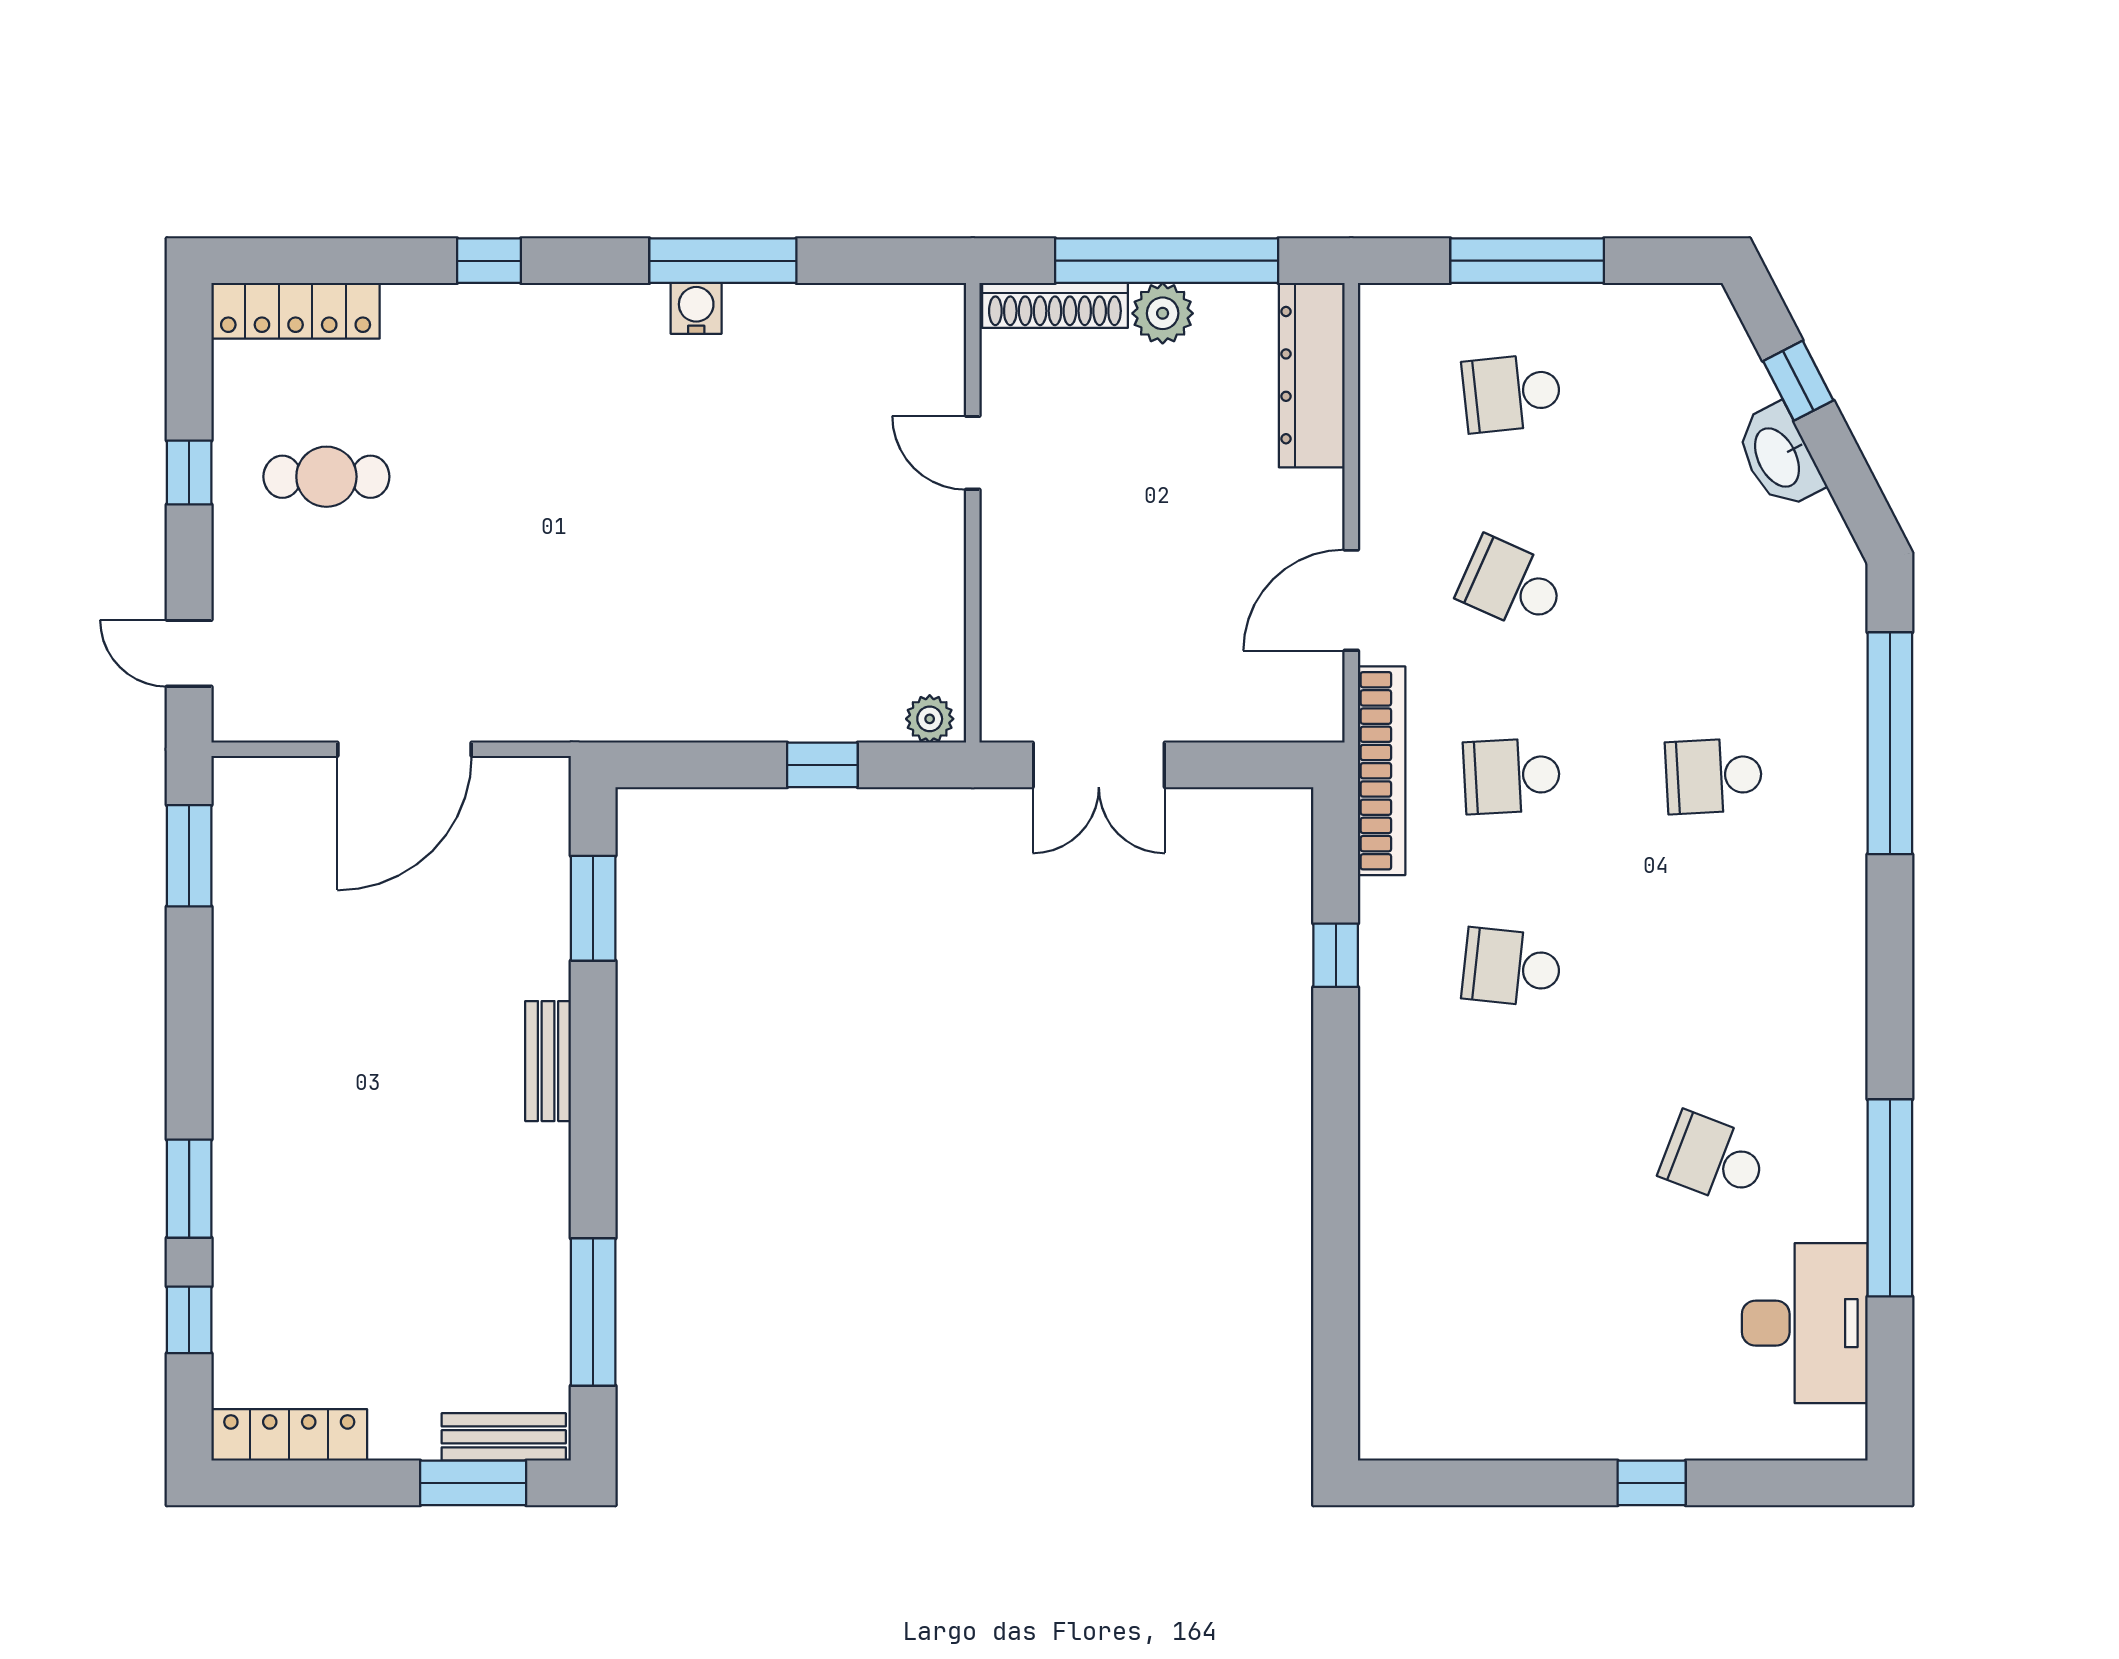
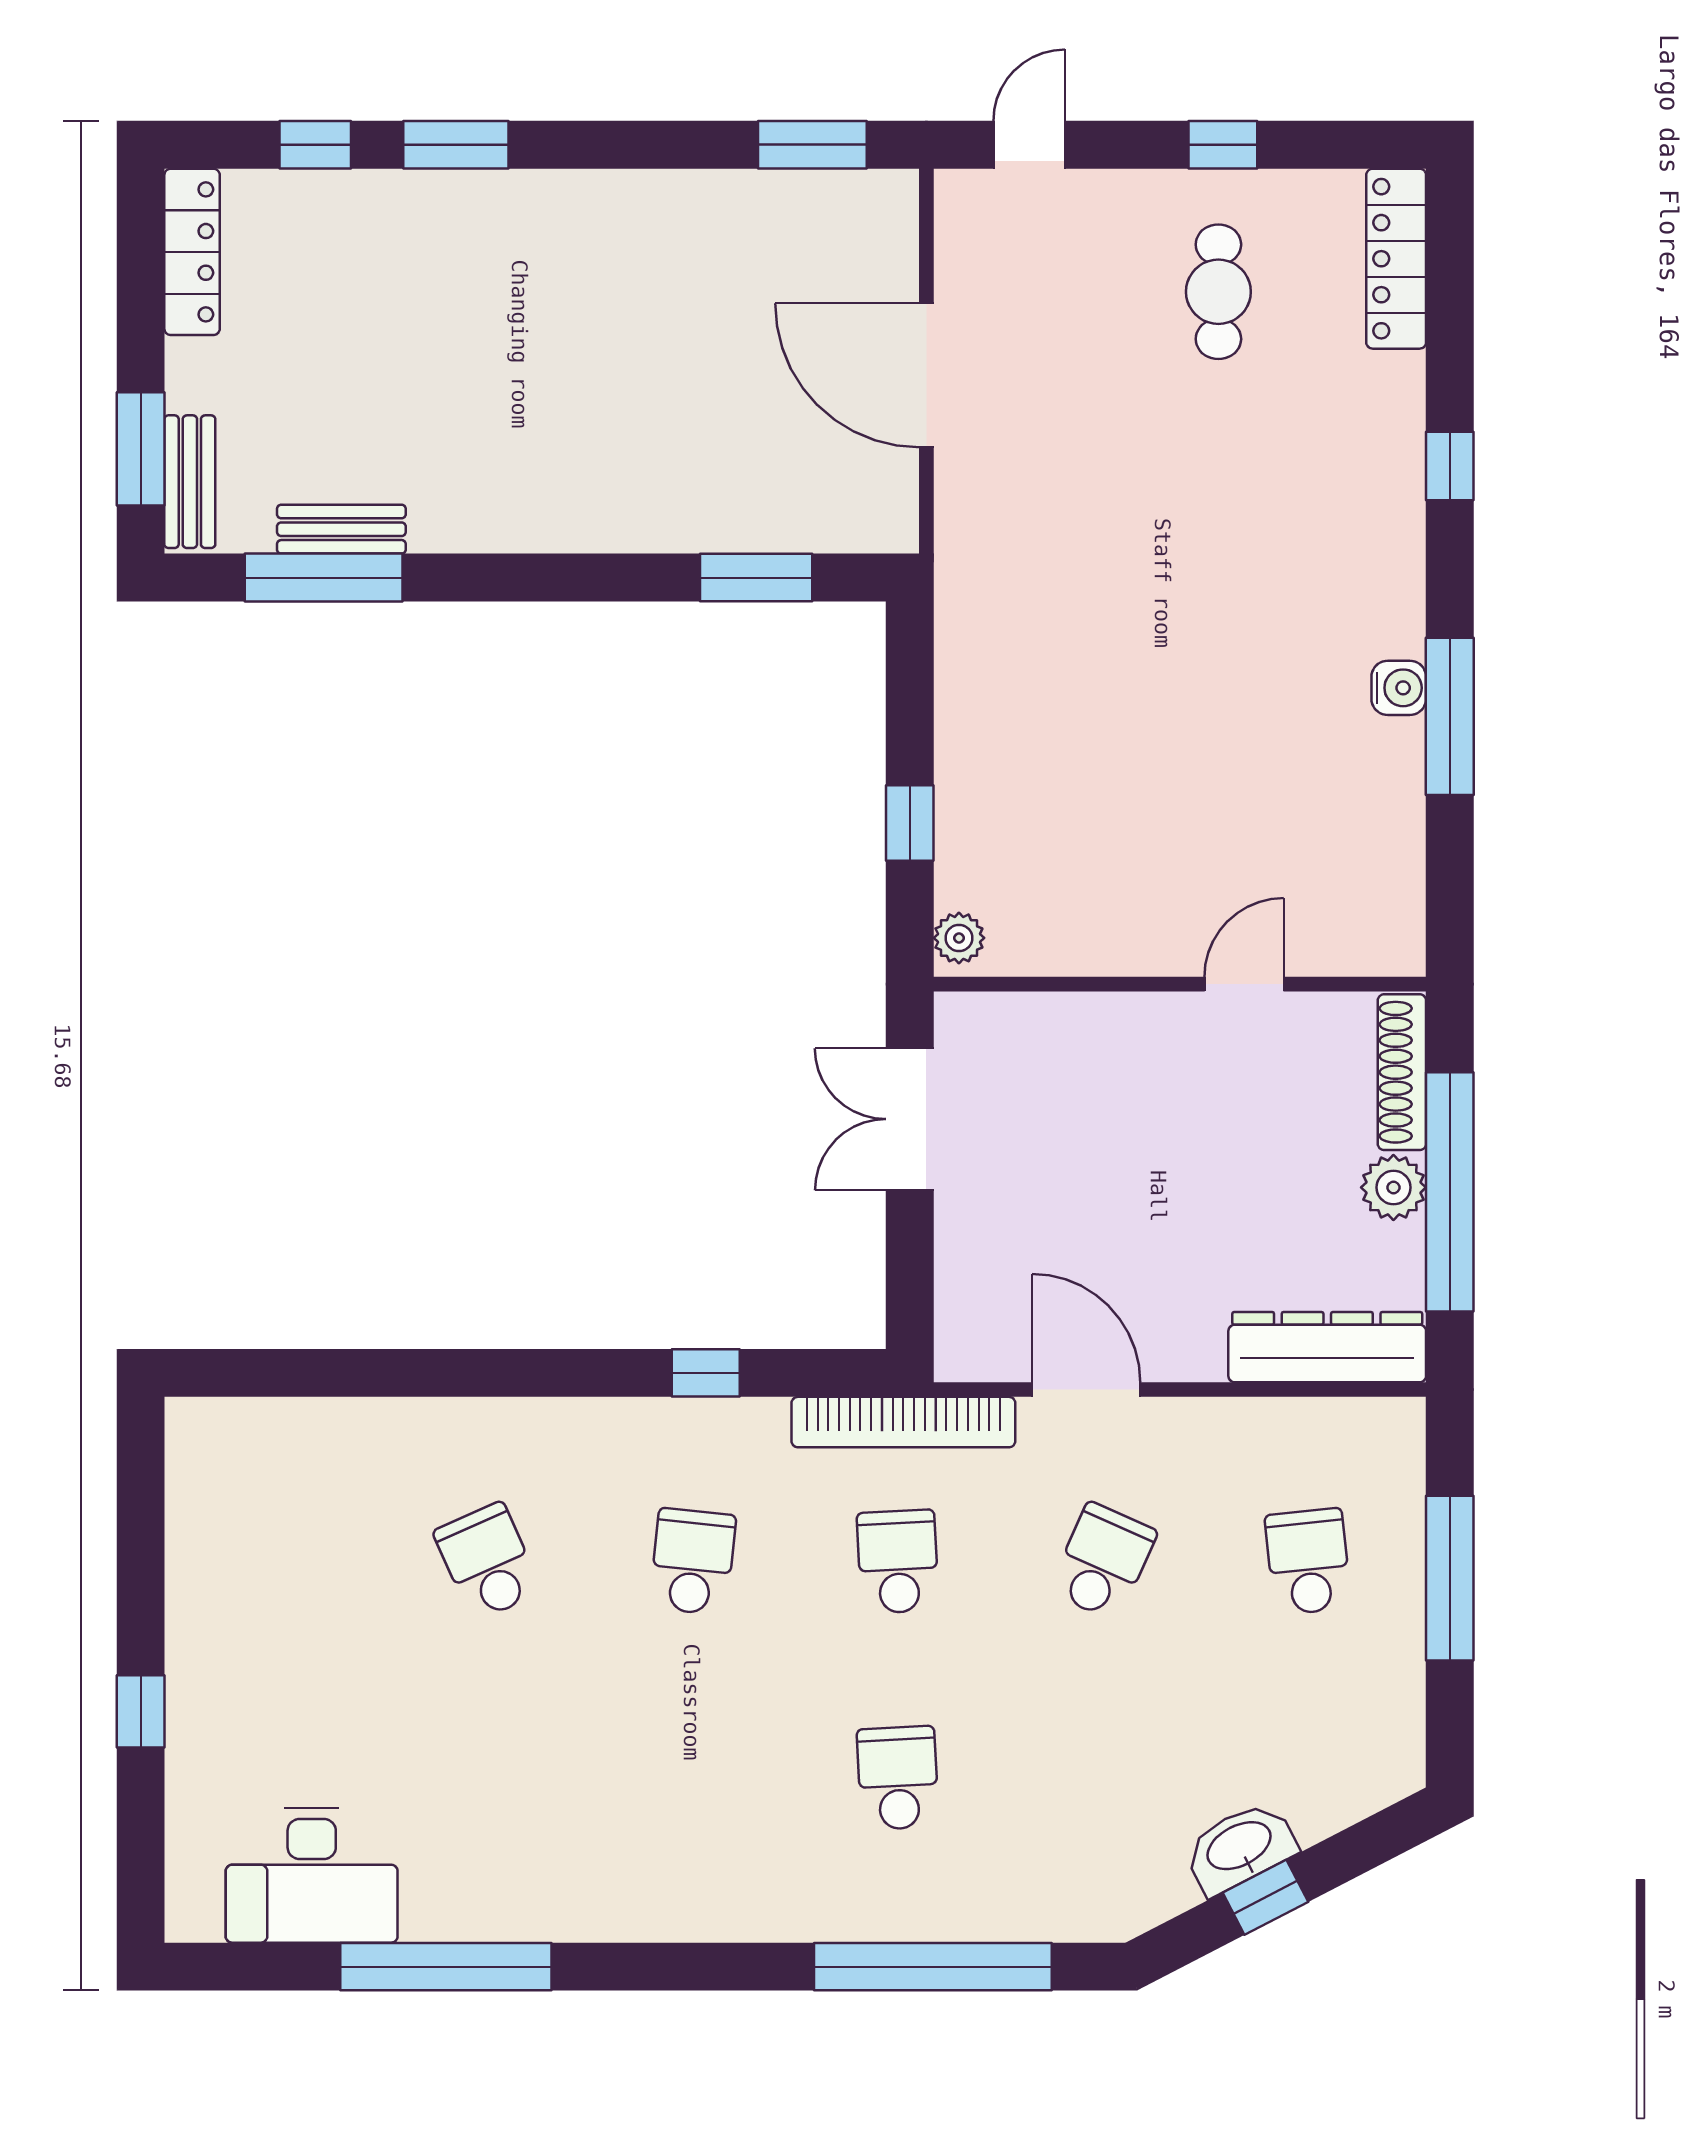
window: (1798, 381) -> (1265, 1897), moved
bench: (548, 1061) -> (341, 529), moved
school desk: (1714, 1159) -> (488, 1562), moved, turned -45

